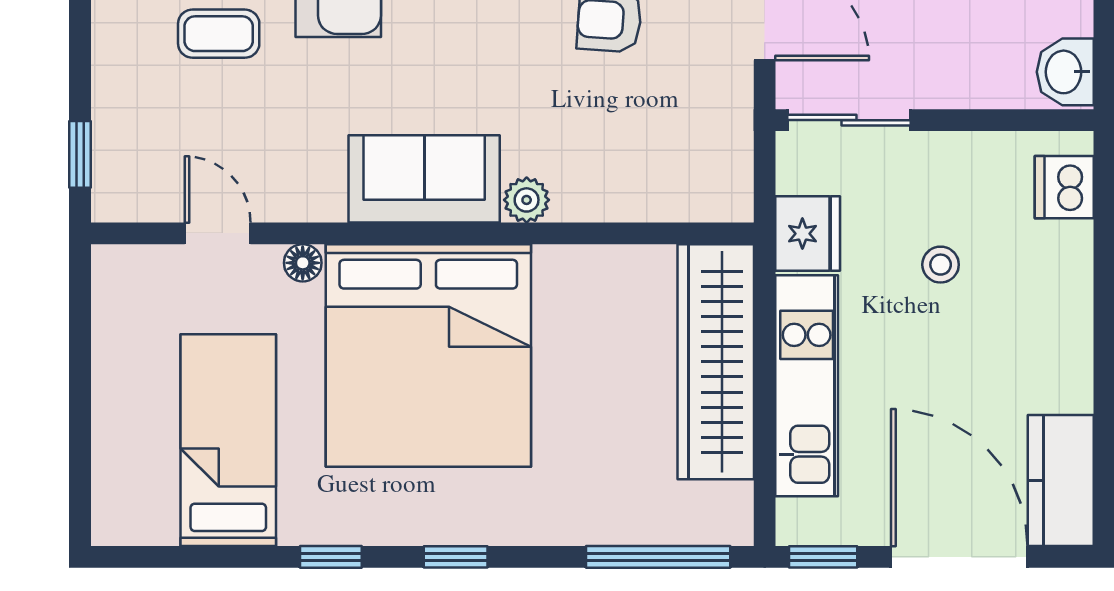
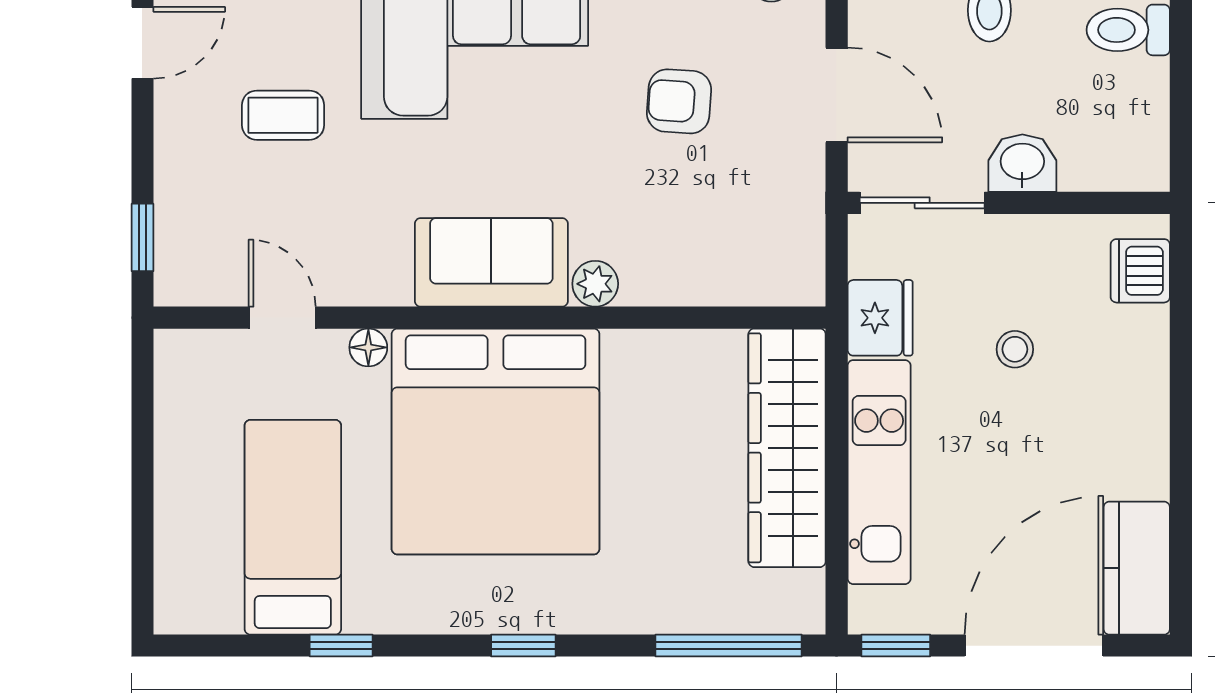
washbasin: (1065, 72) -> (1022, 163), moved, turned 90
window: (331, 557) -> (341, 646), moved
door: (959, 557) -> (1034, 646), hinge flipped

